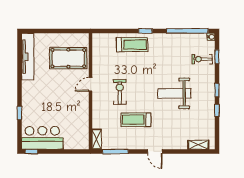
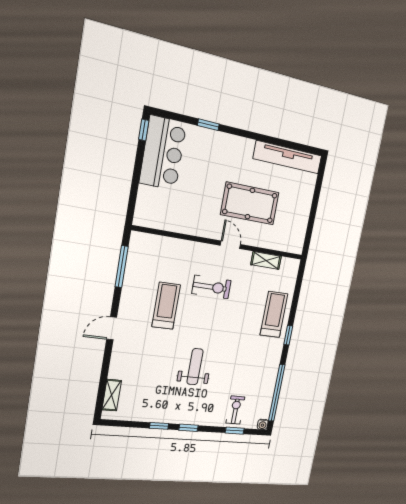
treadmill: (132, 45) -> (274, 314), turned 180
pool table: (68, 58) -> (250, 204), moved, turned 90
weight bench: (174, 93) -> (195, 367), width x0.73, depth x0.75
shelving: (97, 139) -> (266, 260), moved

